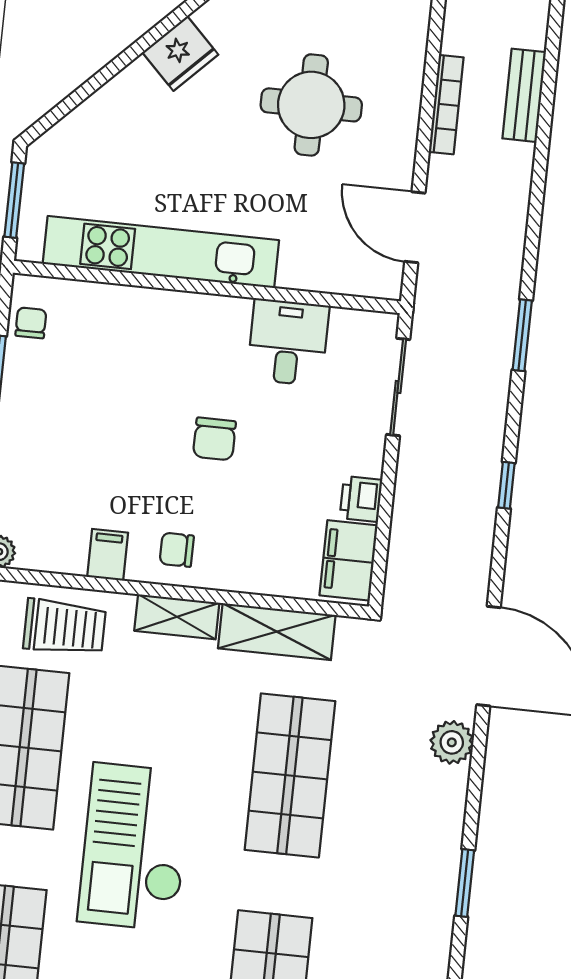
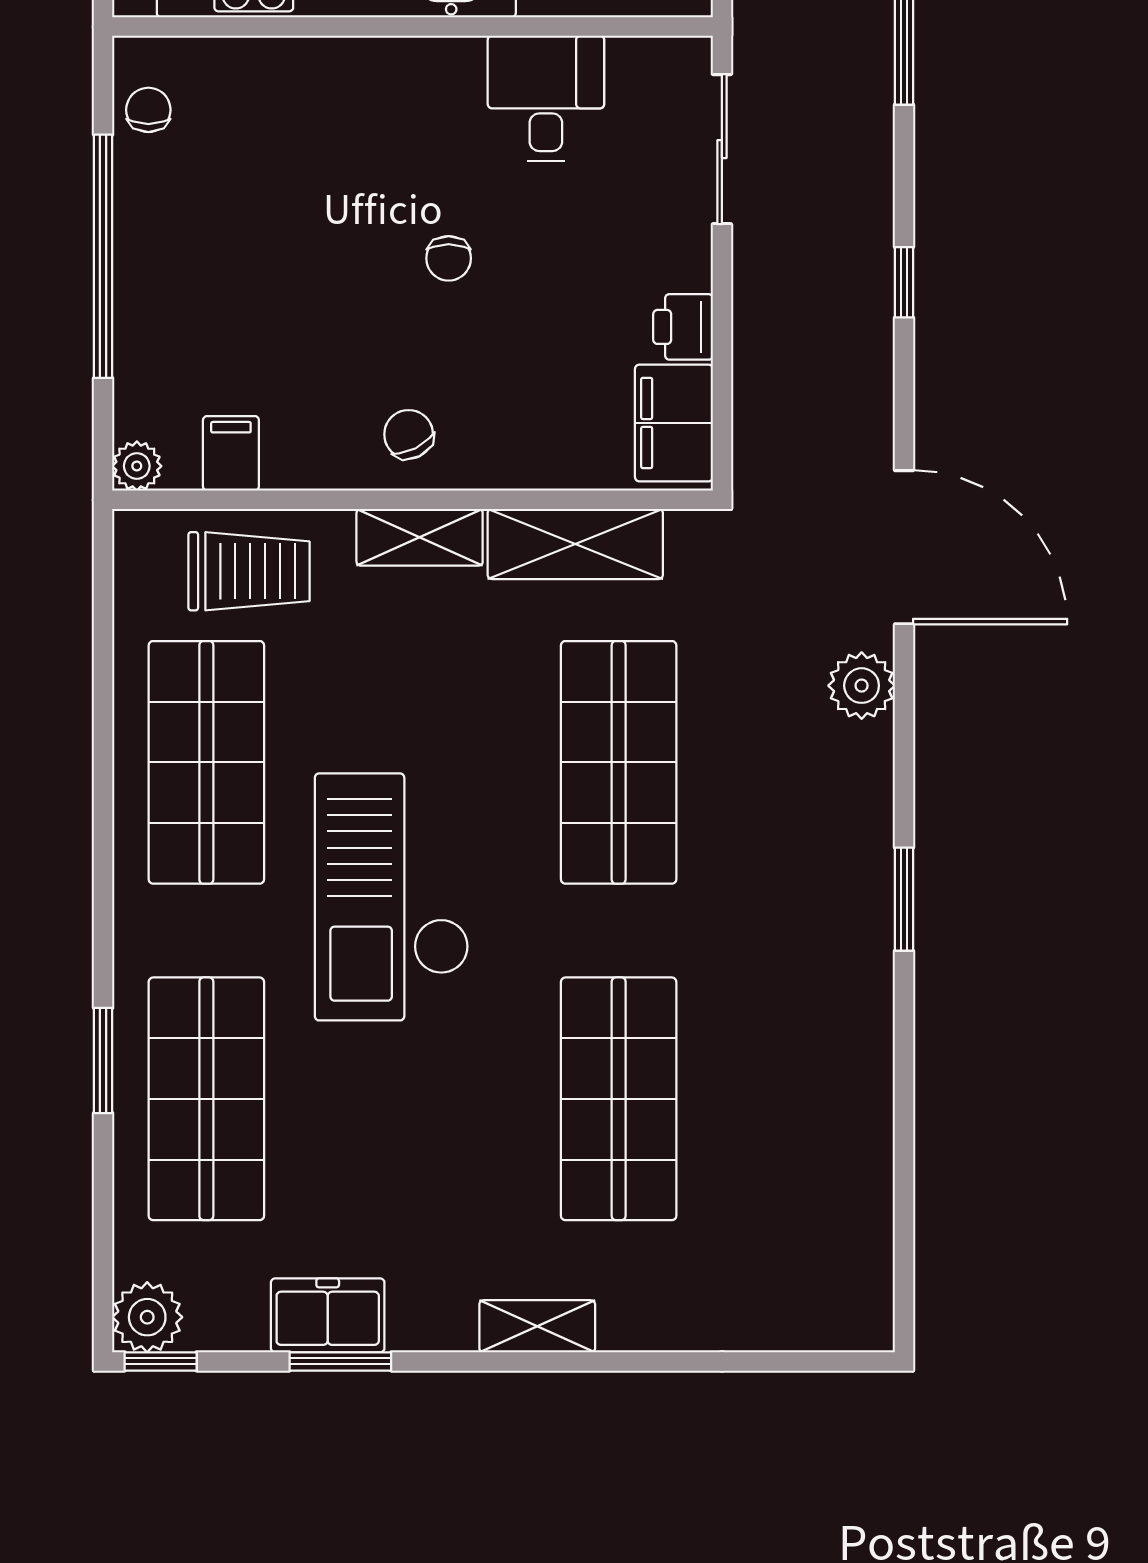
chair: (214, 439) -> (449, 258), width x0.73, depth x0.73
chair: (177, 550) -> (409, 434), turned 63
filing cabinet: (108, 555) -> (231, 453), moved

